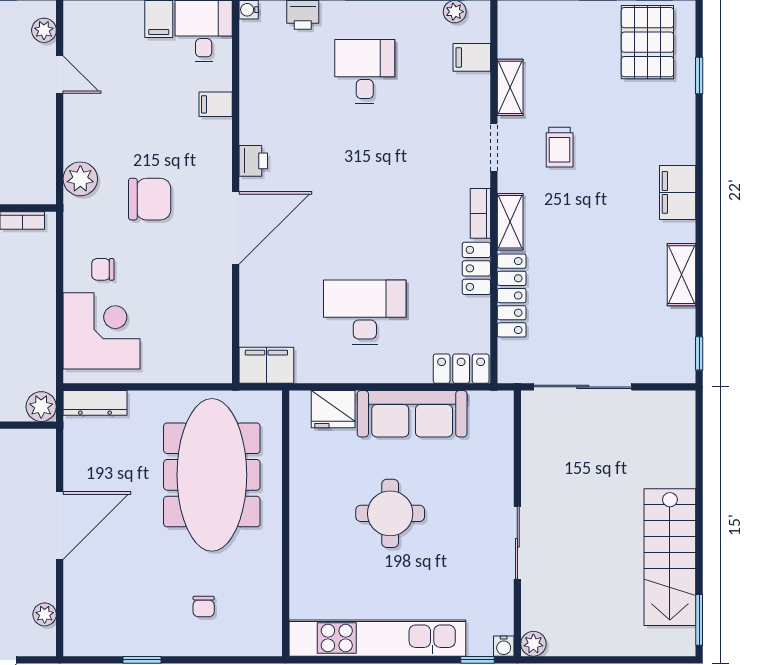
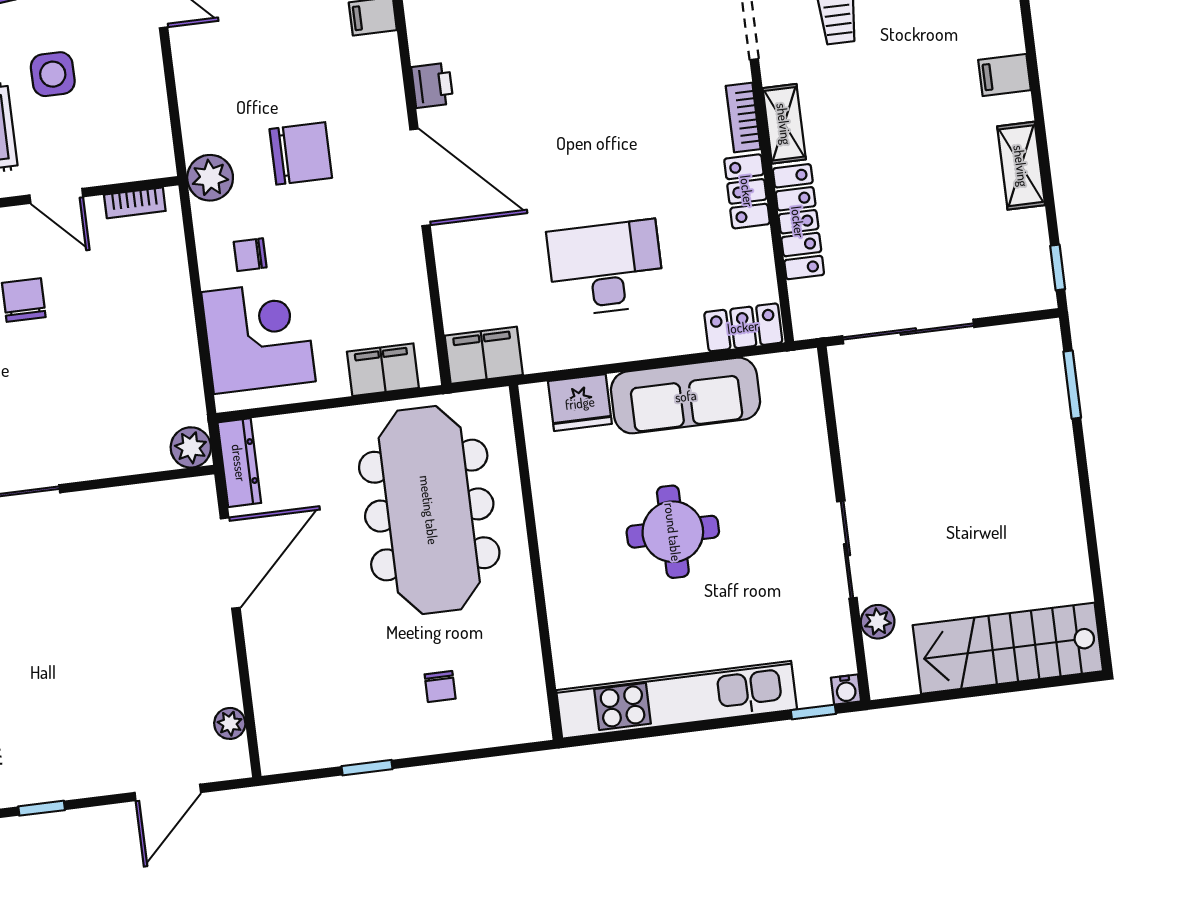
plant: (80, 179) -> (210, 178), moved
filing cabinet: (678, 192) -> (1004, 75), width x0.50
door: (236, 228) -> (420, 177), hinge flipped
filing cabinet: (190, 367) -> (383, 370), added
dresser: (95, 403) -> (239, 463), moved, turned -90
door: (60, 526) -> (230, 563), moved
stairs: (670, 557) -> (1008, 648), moved, turned 90
window: (699, 620) -> (1072, 385), moved
plant: (533, 644) -> (878, 622), moved

